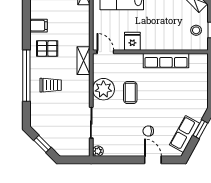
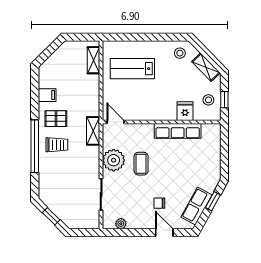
fridge: (132, 41) -> (185, 111), moved
trolley: (51, 85) -> (57, 145), moved
plant: (98, 151) -> (121, 224), moved

